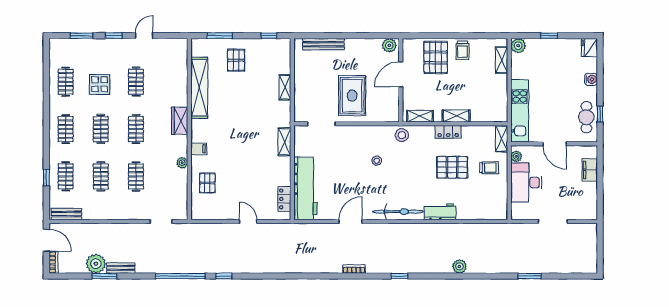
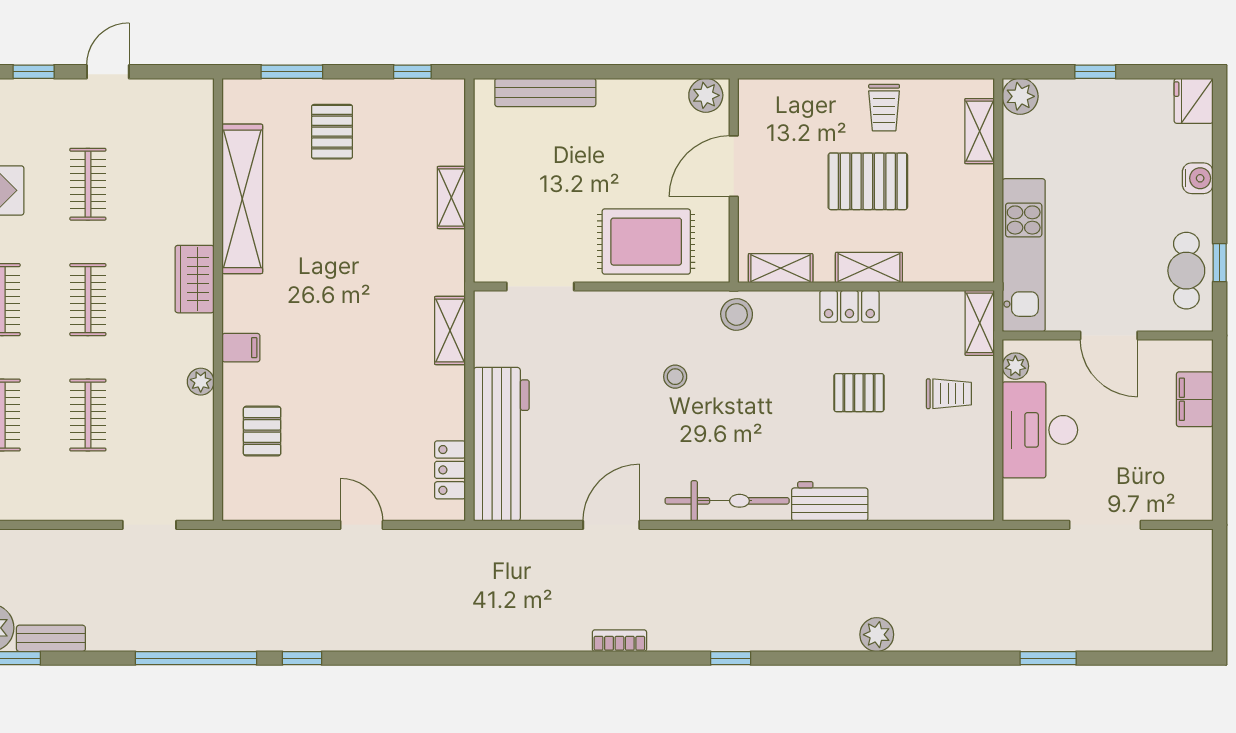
pallet: (436, 57) -> (868, 181), moved, turned 90
rug: (352, 96) -> (646, 242), moved, turned 90
pallet: (452, 167) -> (859, 393), width x0.67, depth x0.71

